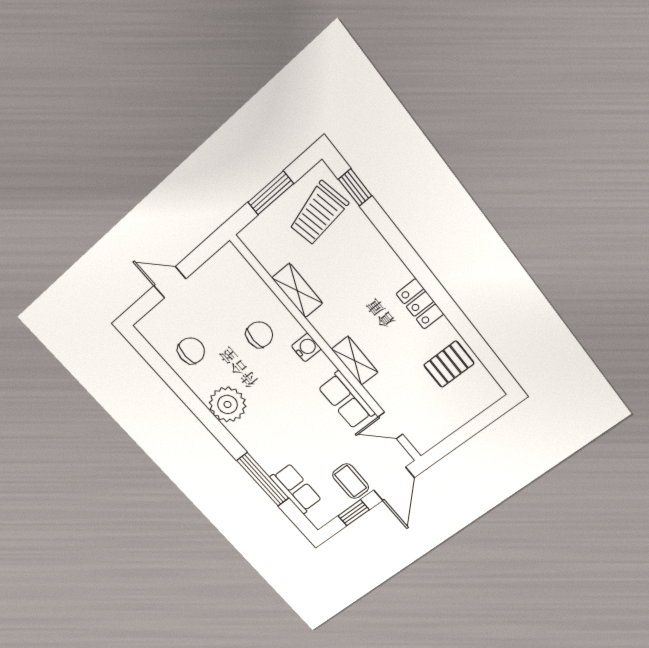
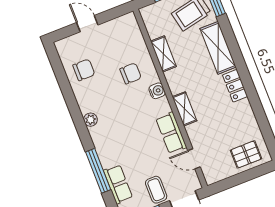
shelving: (377, 255) -> (218, 48), added
pallet: (449, 364) -> (246, 154), moved
plant: (228, 404) -> (90, 120), width x0.53, depth x0.53

